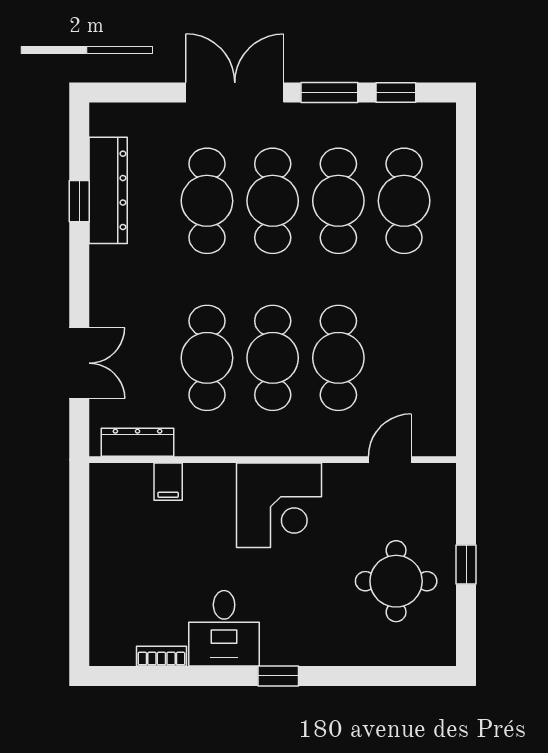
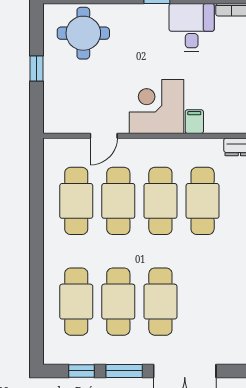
cafe table: (207, 201) -> (76, 201), moved
door: (390, 460) -> (104, 136), moved
filing cabinet: (168, 482) -> (194, 122), moved
round table: (396, 581) -> (83, 33), moved

